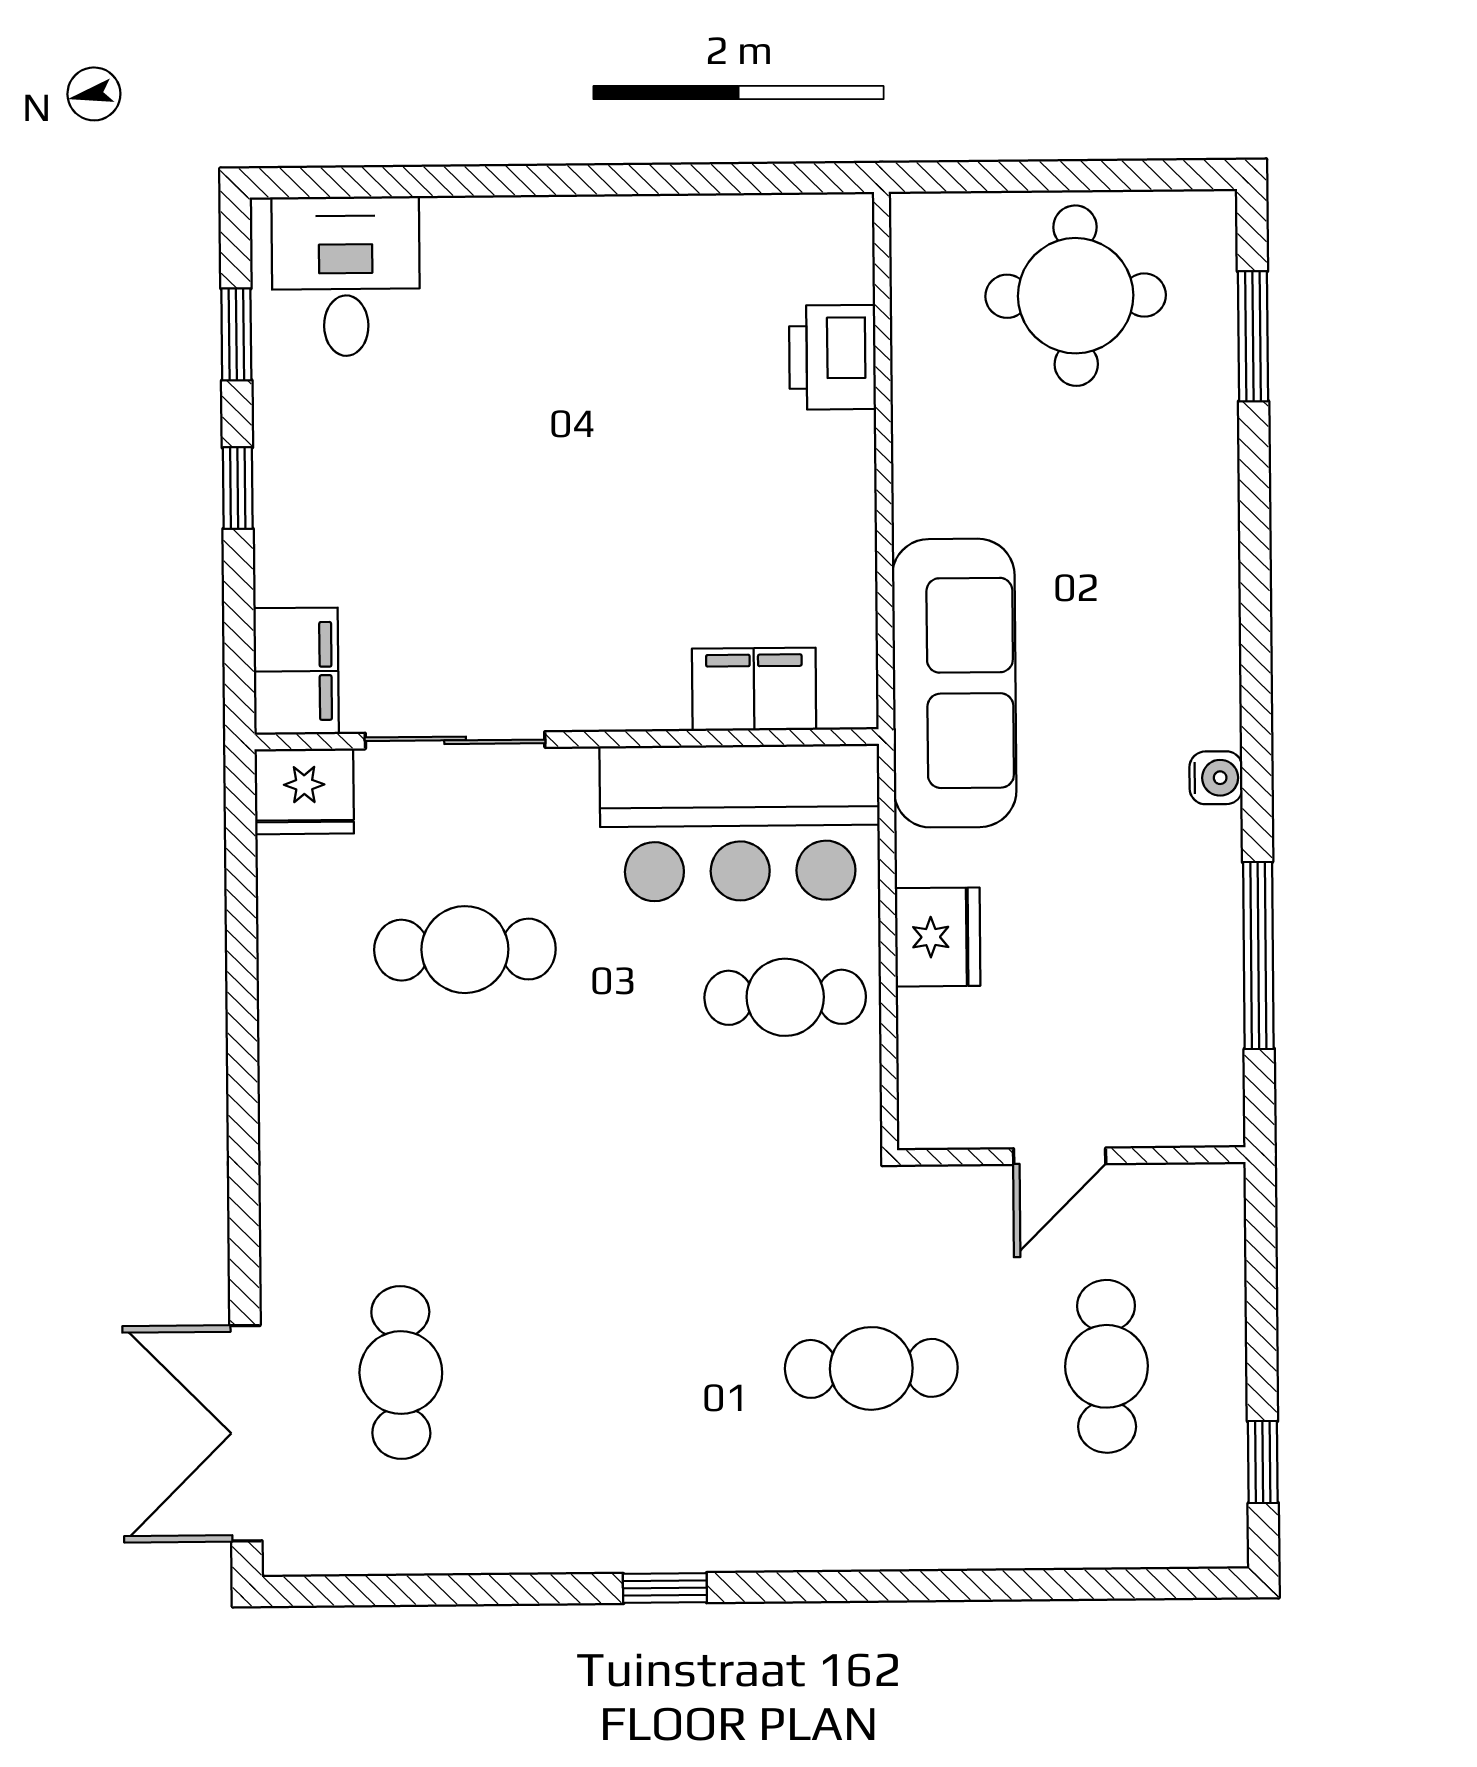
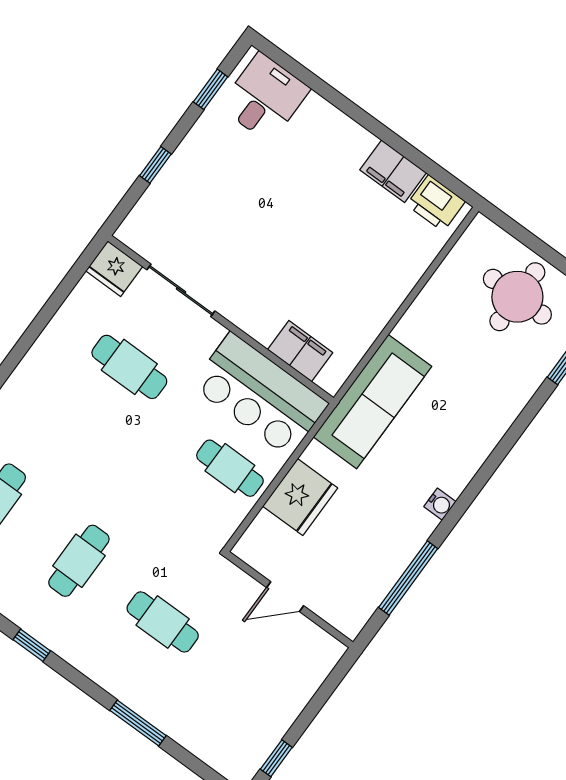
printer: (832, 357) -> (436, 203), moved, turned -90
window: (238, 488) -> (155, 165), moved
filing cabinet: (296, 671) -> (393, 171), moved, turned 90
fridge: (938, 937) -> (300, 497), width x1.36, depth x1.34
cafe table: (1107, 1366) -> (79, 561), moved
window: (964, 1585) -> (138, 723), added

